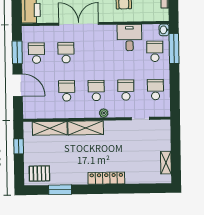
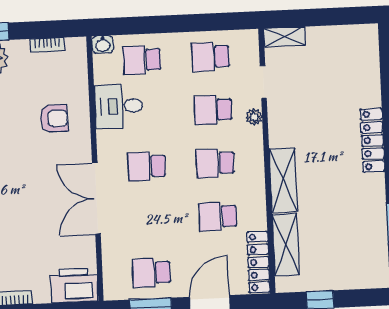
window: (174, 49) -> (136, 25), removed
school desk: (66, 53) -> (147, 166), moved
locker: (41, 113) -> (258, 262), added
plant: (104, 113) -> (254, 117), moved
shelving: (166, 163) -> (284, 37), moved
pallet: (39, 173) -> (368, 261), removed

